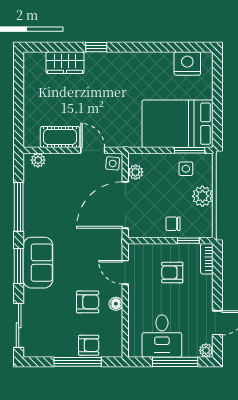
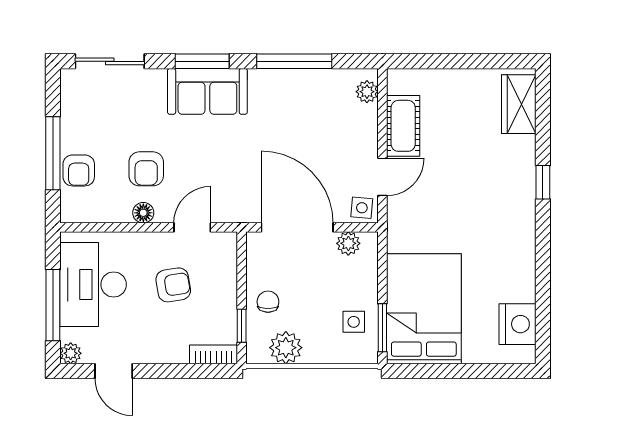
wardrobe: (65, 63) -> (519, 104), moved
plant: (202, 196) -> (286, 348), moved
armchair: (172, 272) -> (173, 285), moved, turned 81
desk: (162, 336) -> (93, 285), width x1.37

